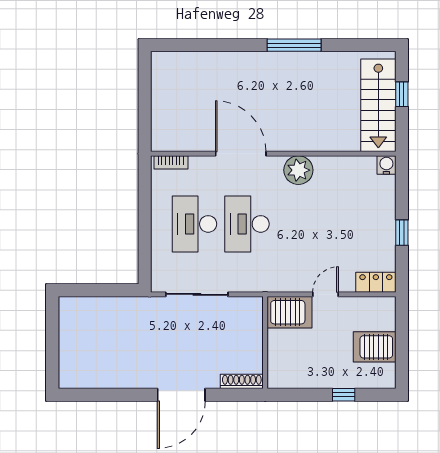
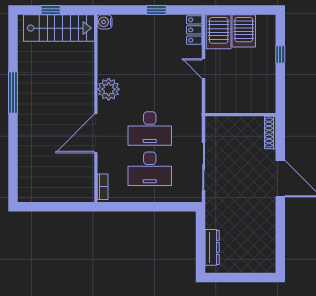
dresser: (91, 306) -> (212, 247), added
server rack: (290, 312) -> (219, 32), moved, turned 180

